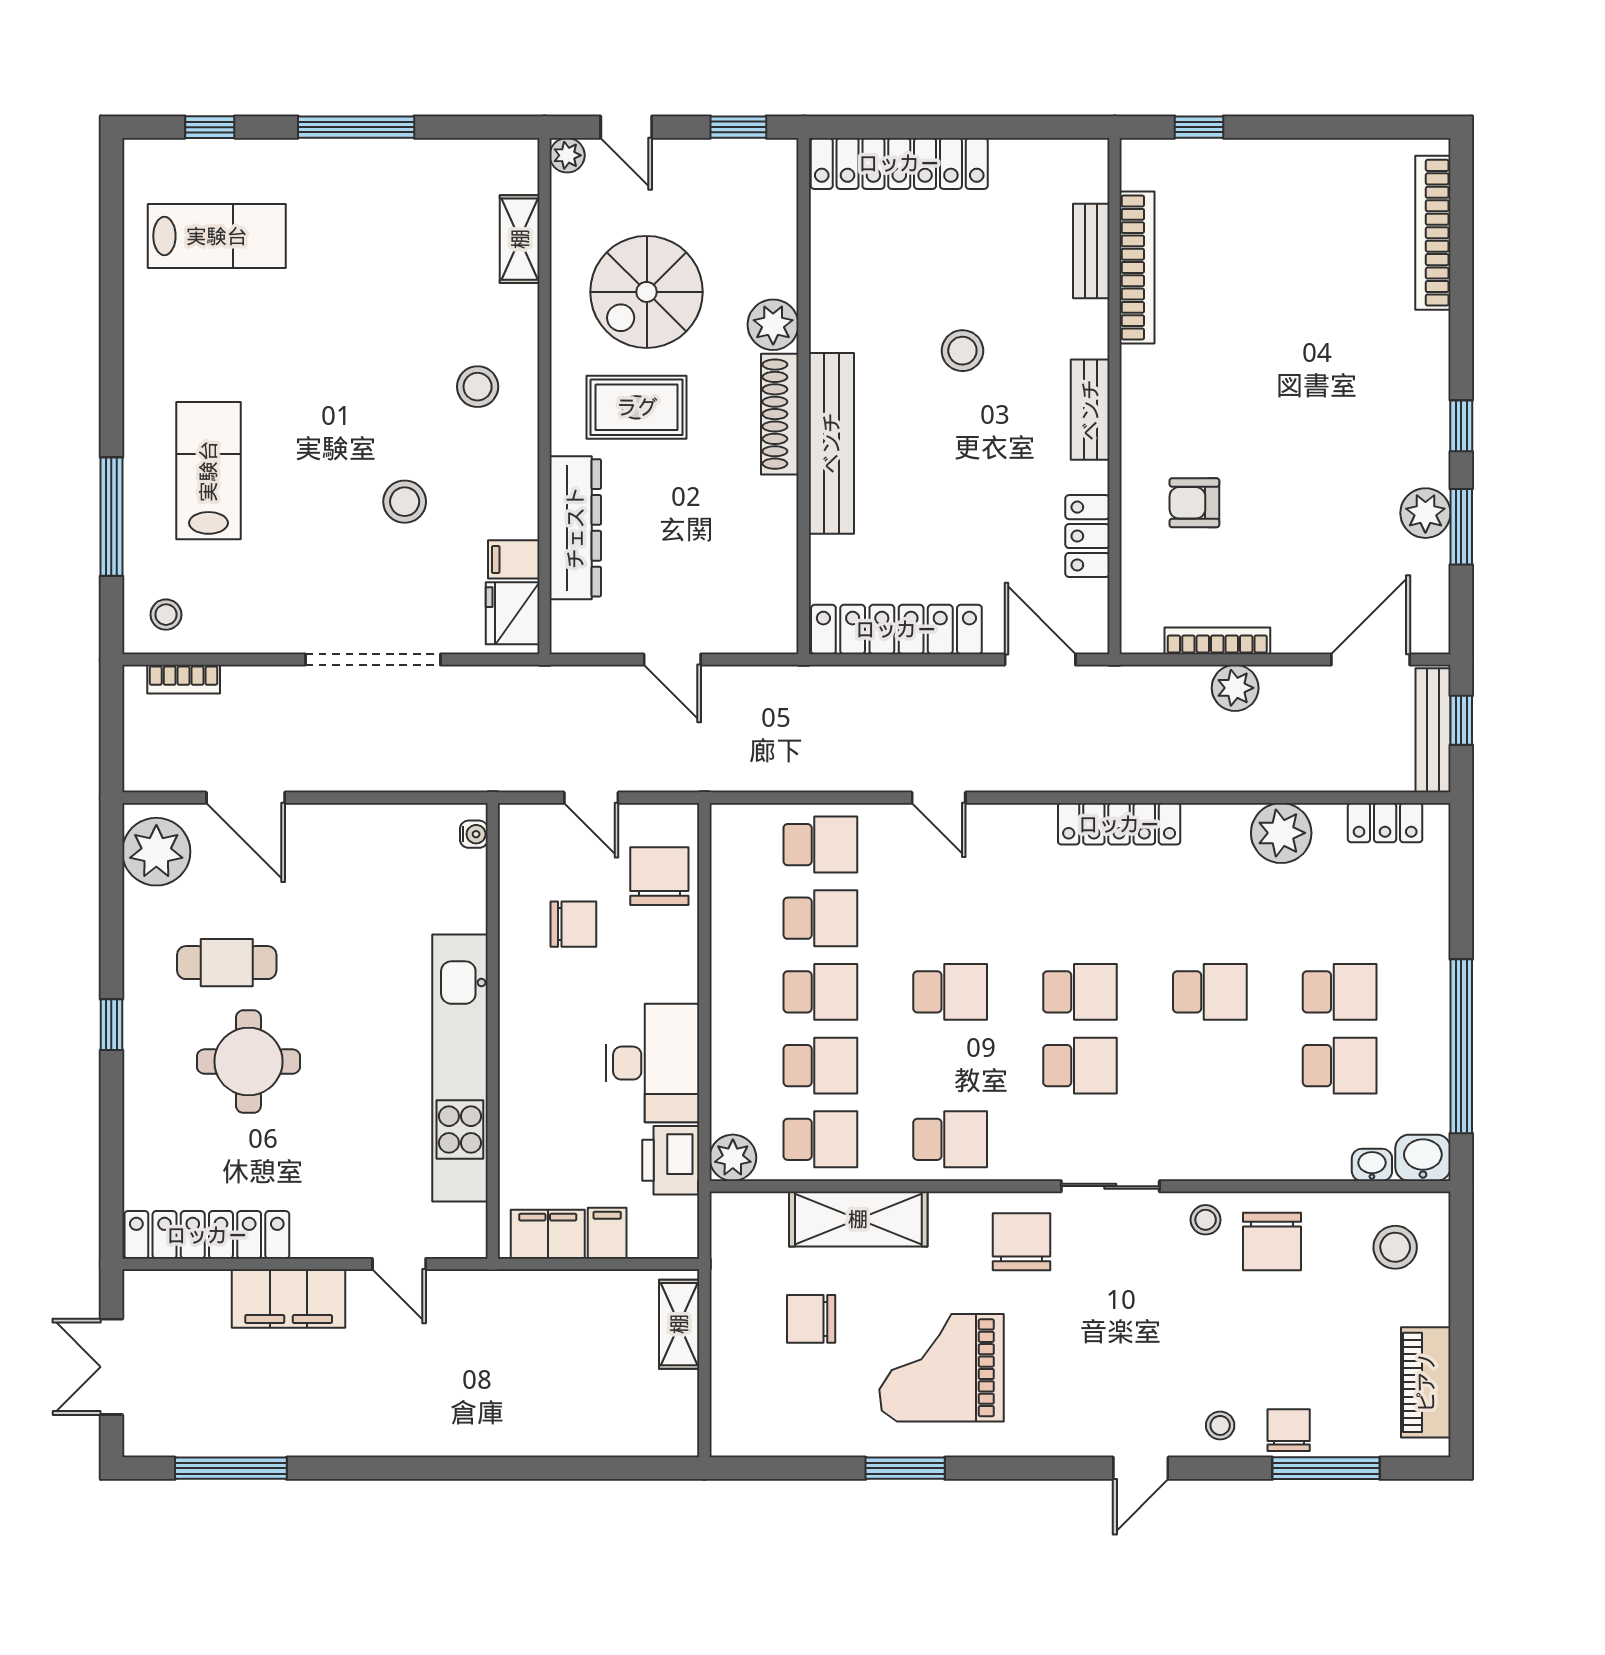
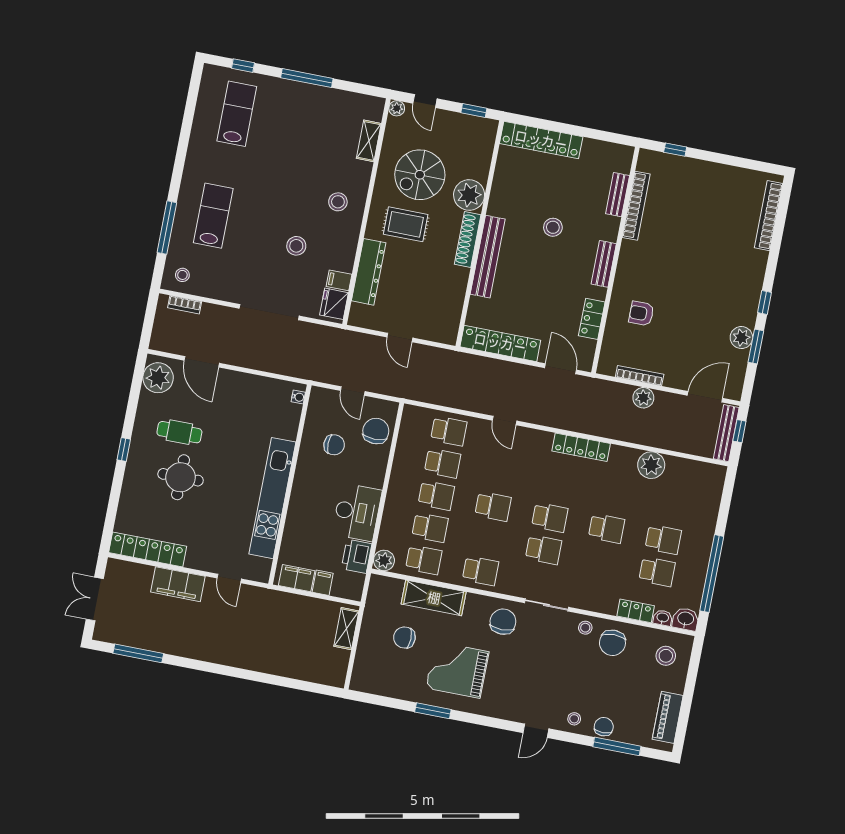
lab bench: (217, 236) -> (237, 114), turned -90
plant: (773, 325) -> (469, 195), width x1.36, depth x1.36
locker: (1385, 823) -> (636, 611), moved, turned 180

